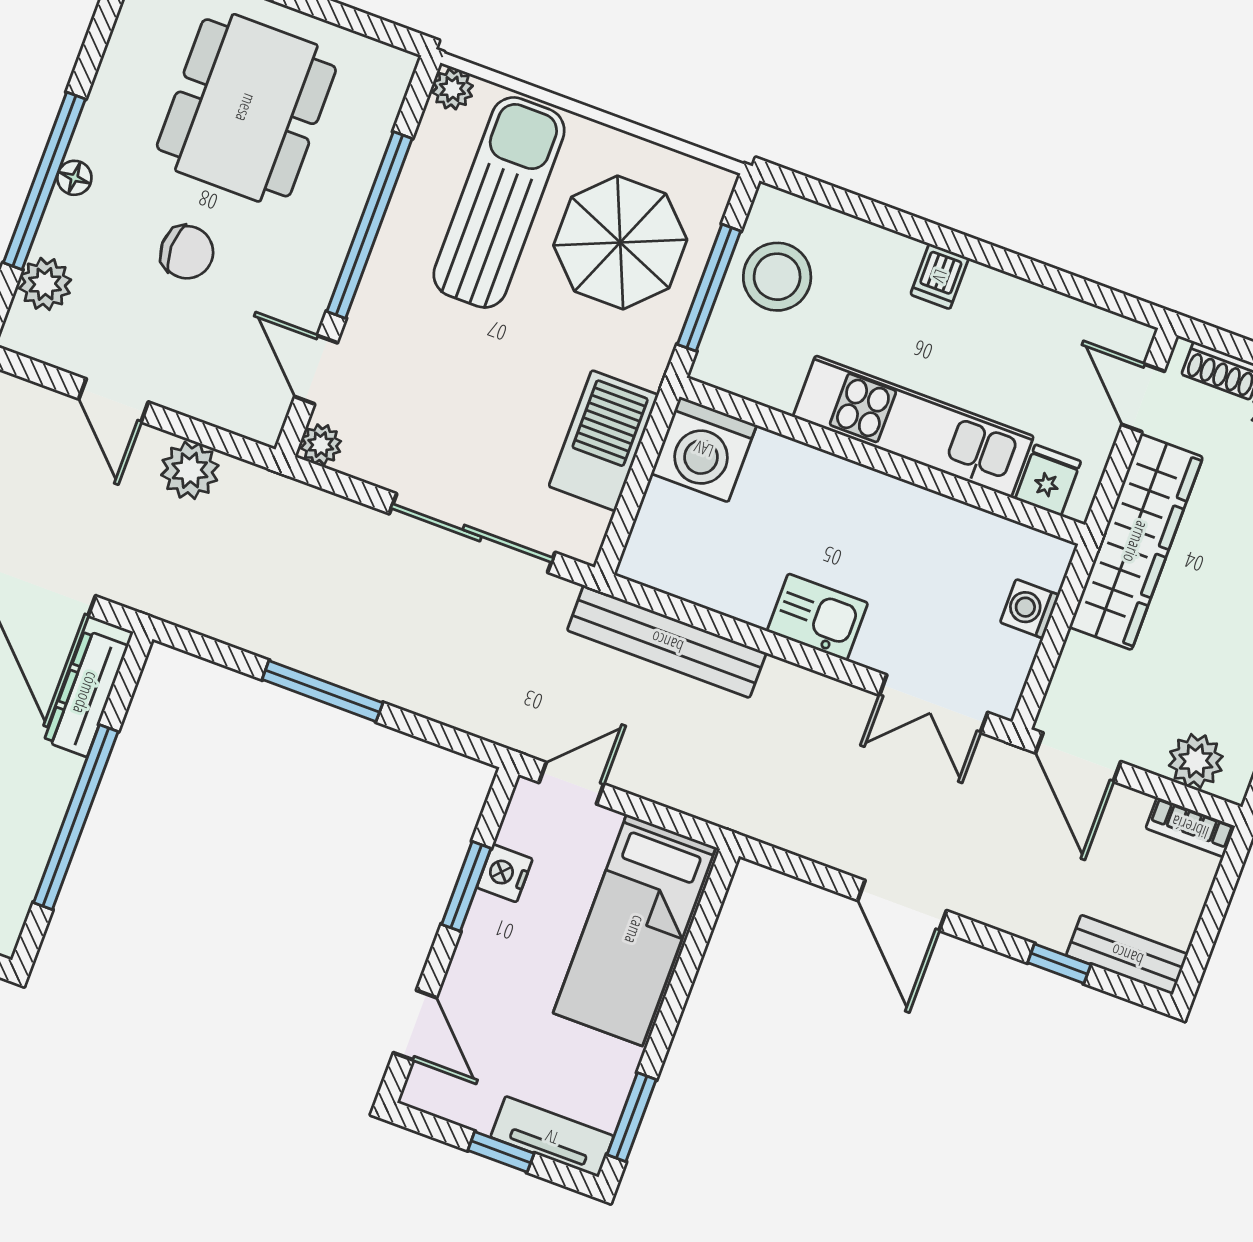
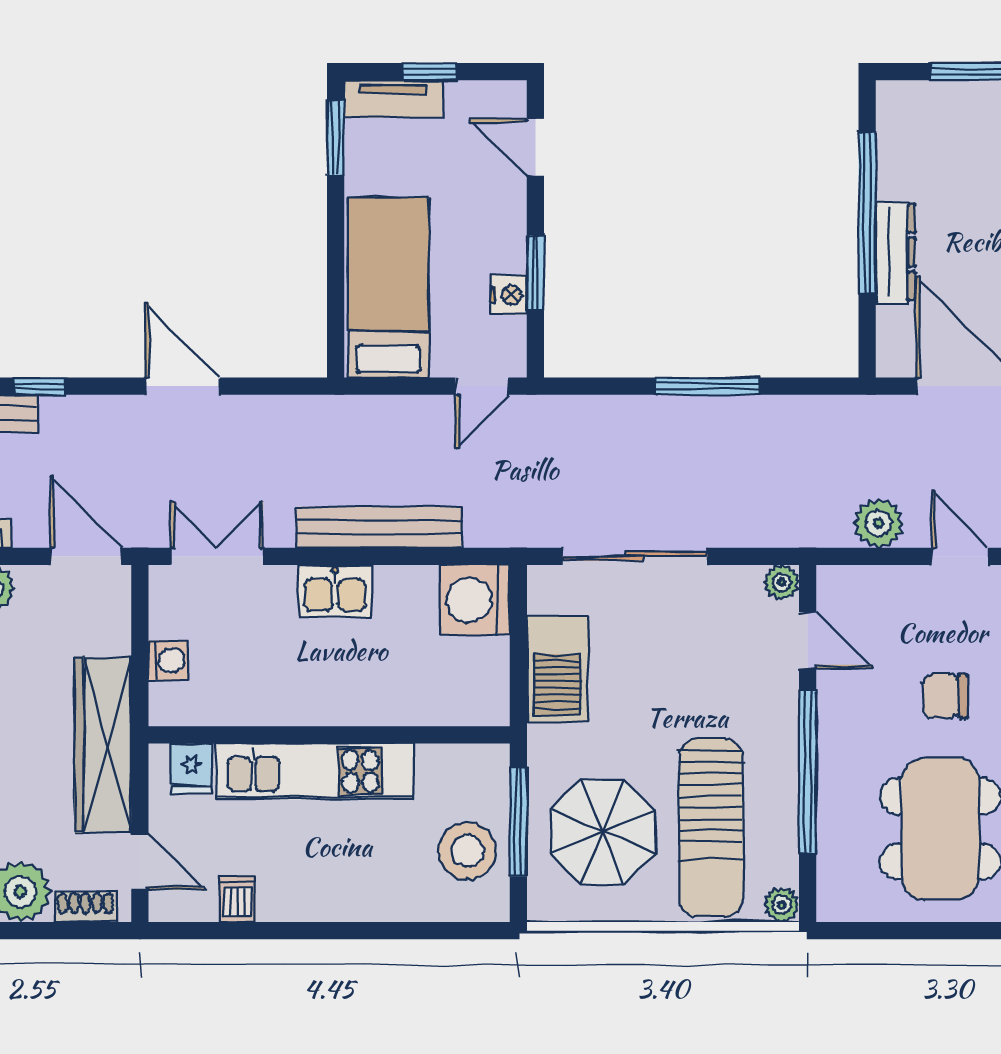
dishwasher: (940, 276) -> (238, 899), moved
washing machine: (704, 449) -> (475, 600), moved, turned -90
bench: (667, 642) -> (379, 527), moved
dresser: (86, 693) -> (895, 252), moved

